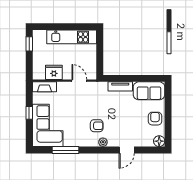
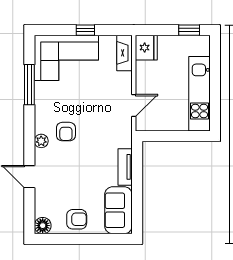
fridge: (54, 72) -> (146, 48), moved

